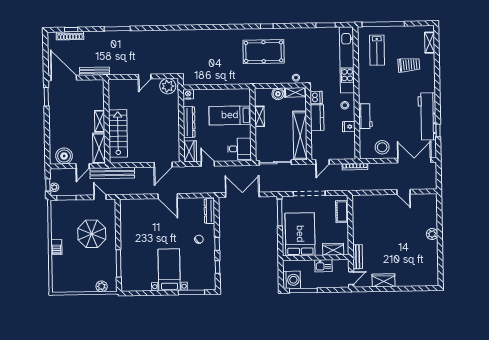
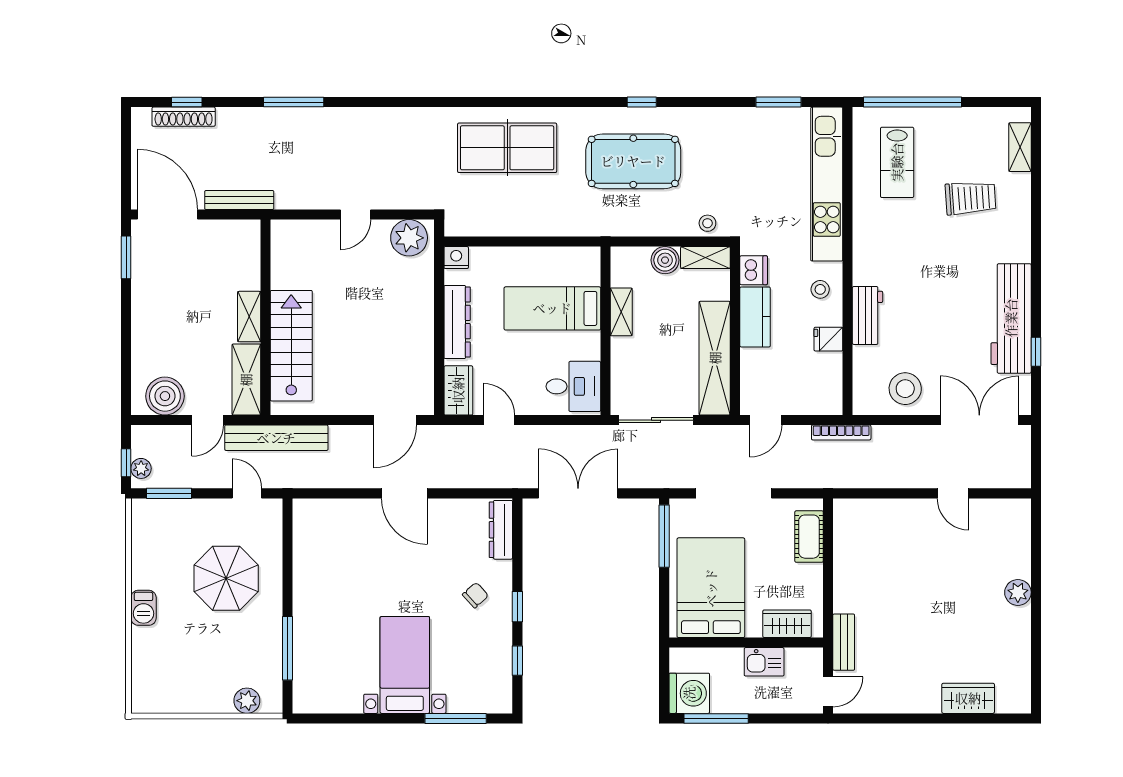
table tennis table: (209, 47) -> (507, 148), added
wardrobe: (383, 280) -> (968, 698), moved

